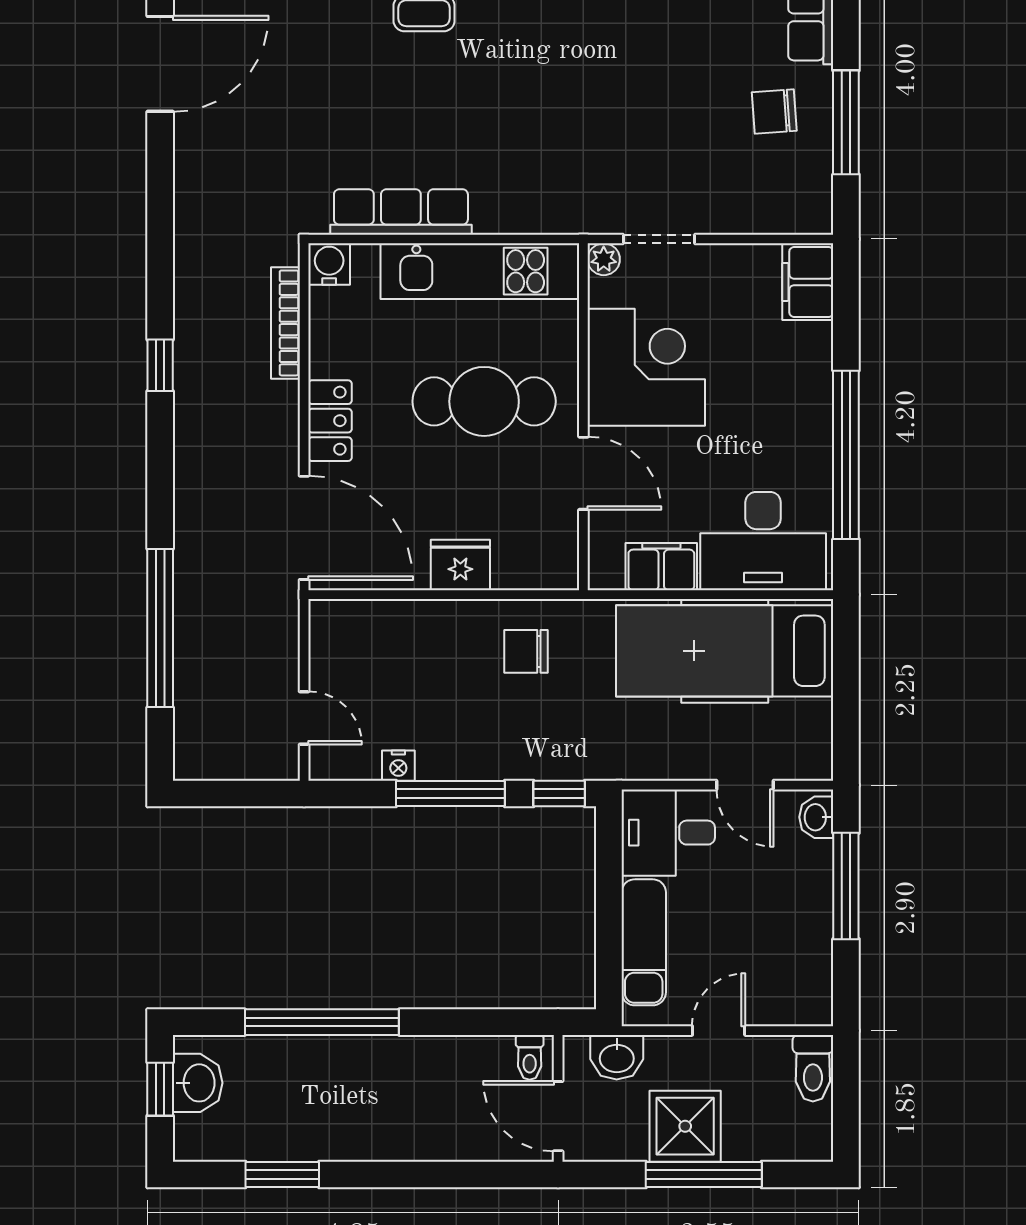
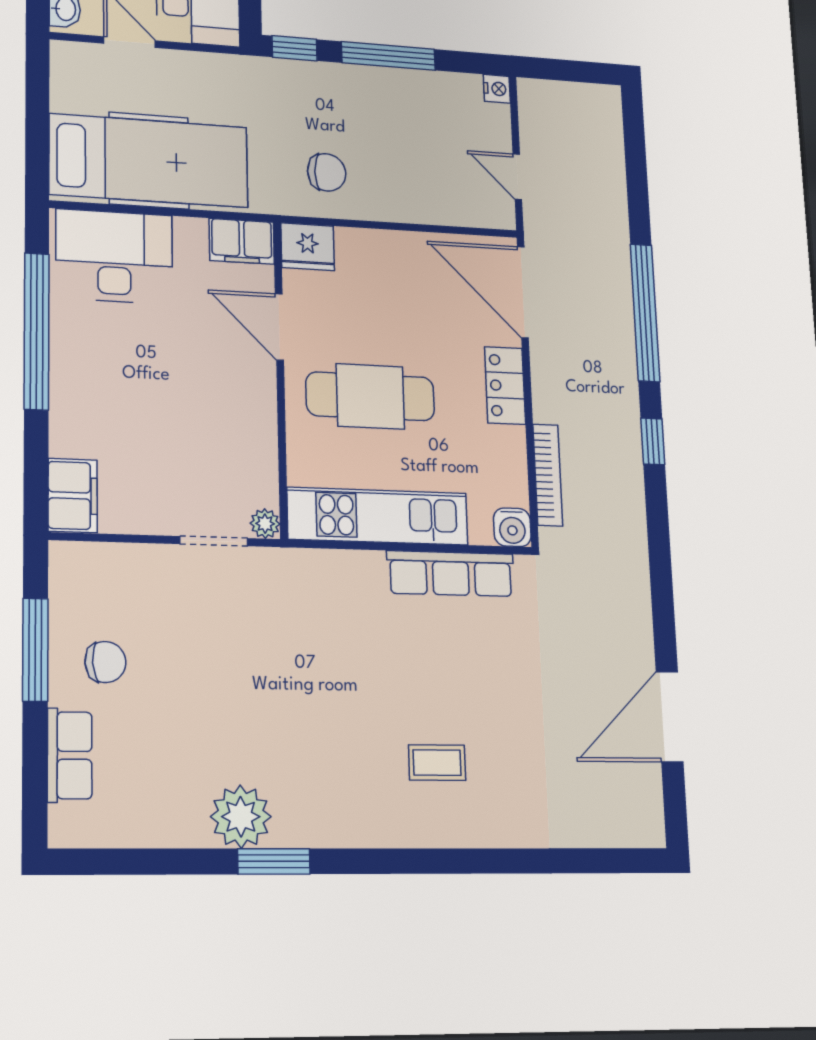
corner desk: (646, 367) -> (224, 421), removed
fridge: (460, 565) -> (308, 247), moved
filing cabinet: (661, 567) -> (242, 241), moved
window: (160, 628) -> (645, 313), moved
door: (304, 718) -> (517, 177), moved
nightstand: (398, 766) -> (497, 89), moved, turned 90

